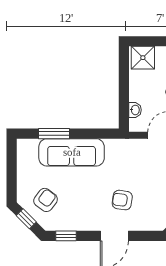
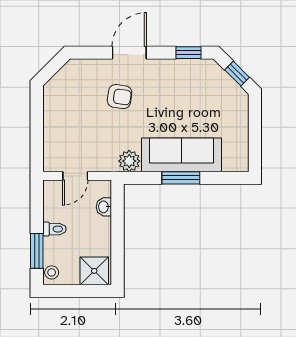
window: (54, 134) -> (181, 178), moved
plant: (114, 147) -> (129, 161), added
armchair: (46, 200) -> (213, 97), removed

